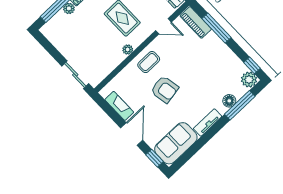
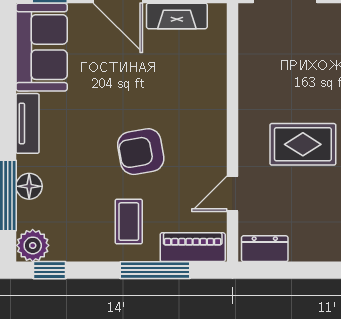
plant: (128, 50) -> (249, 108), removed
coffee table: (149, 62) -> (129, 222), moved
armchair: (165, 89) -> (141, 152), moved

